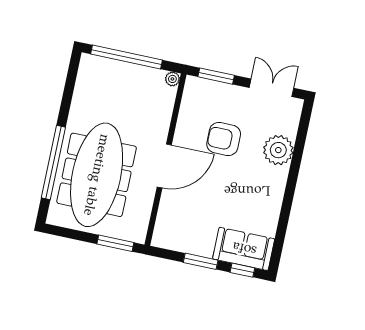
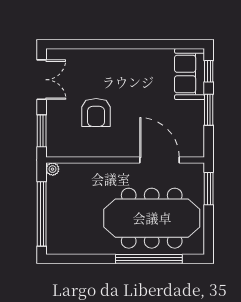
double door: (272, 88) -> (42, 80), swing flipped
plant: (278, 150) -> (96, 62), removed
door: (164, 166) -> (159, 160), moved

